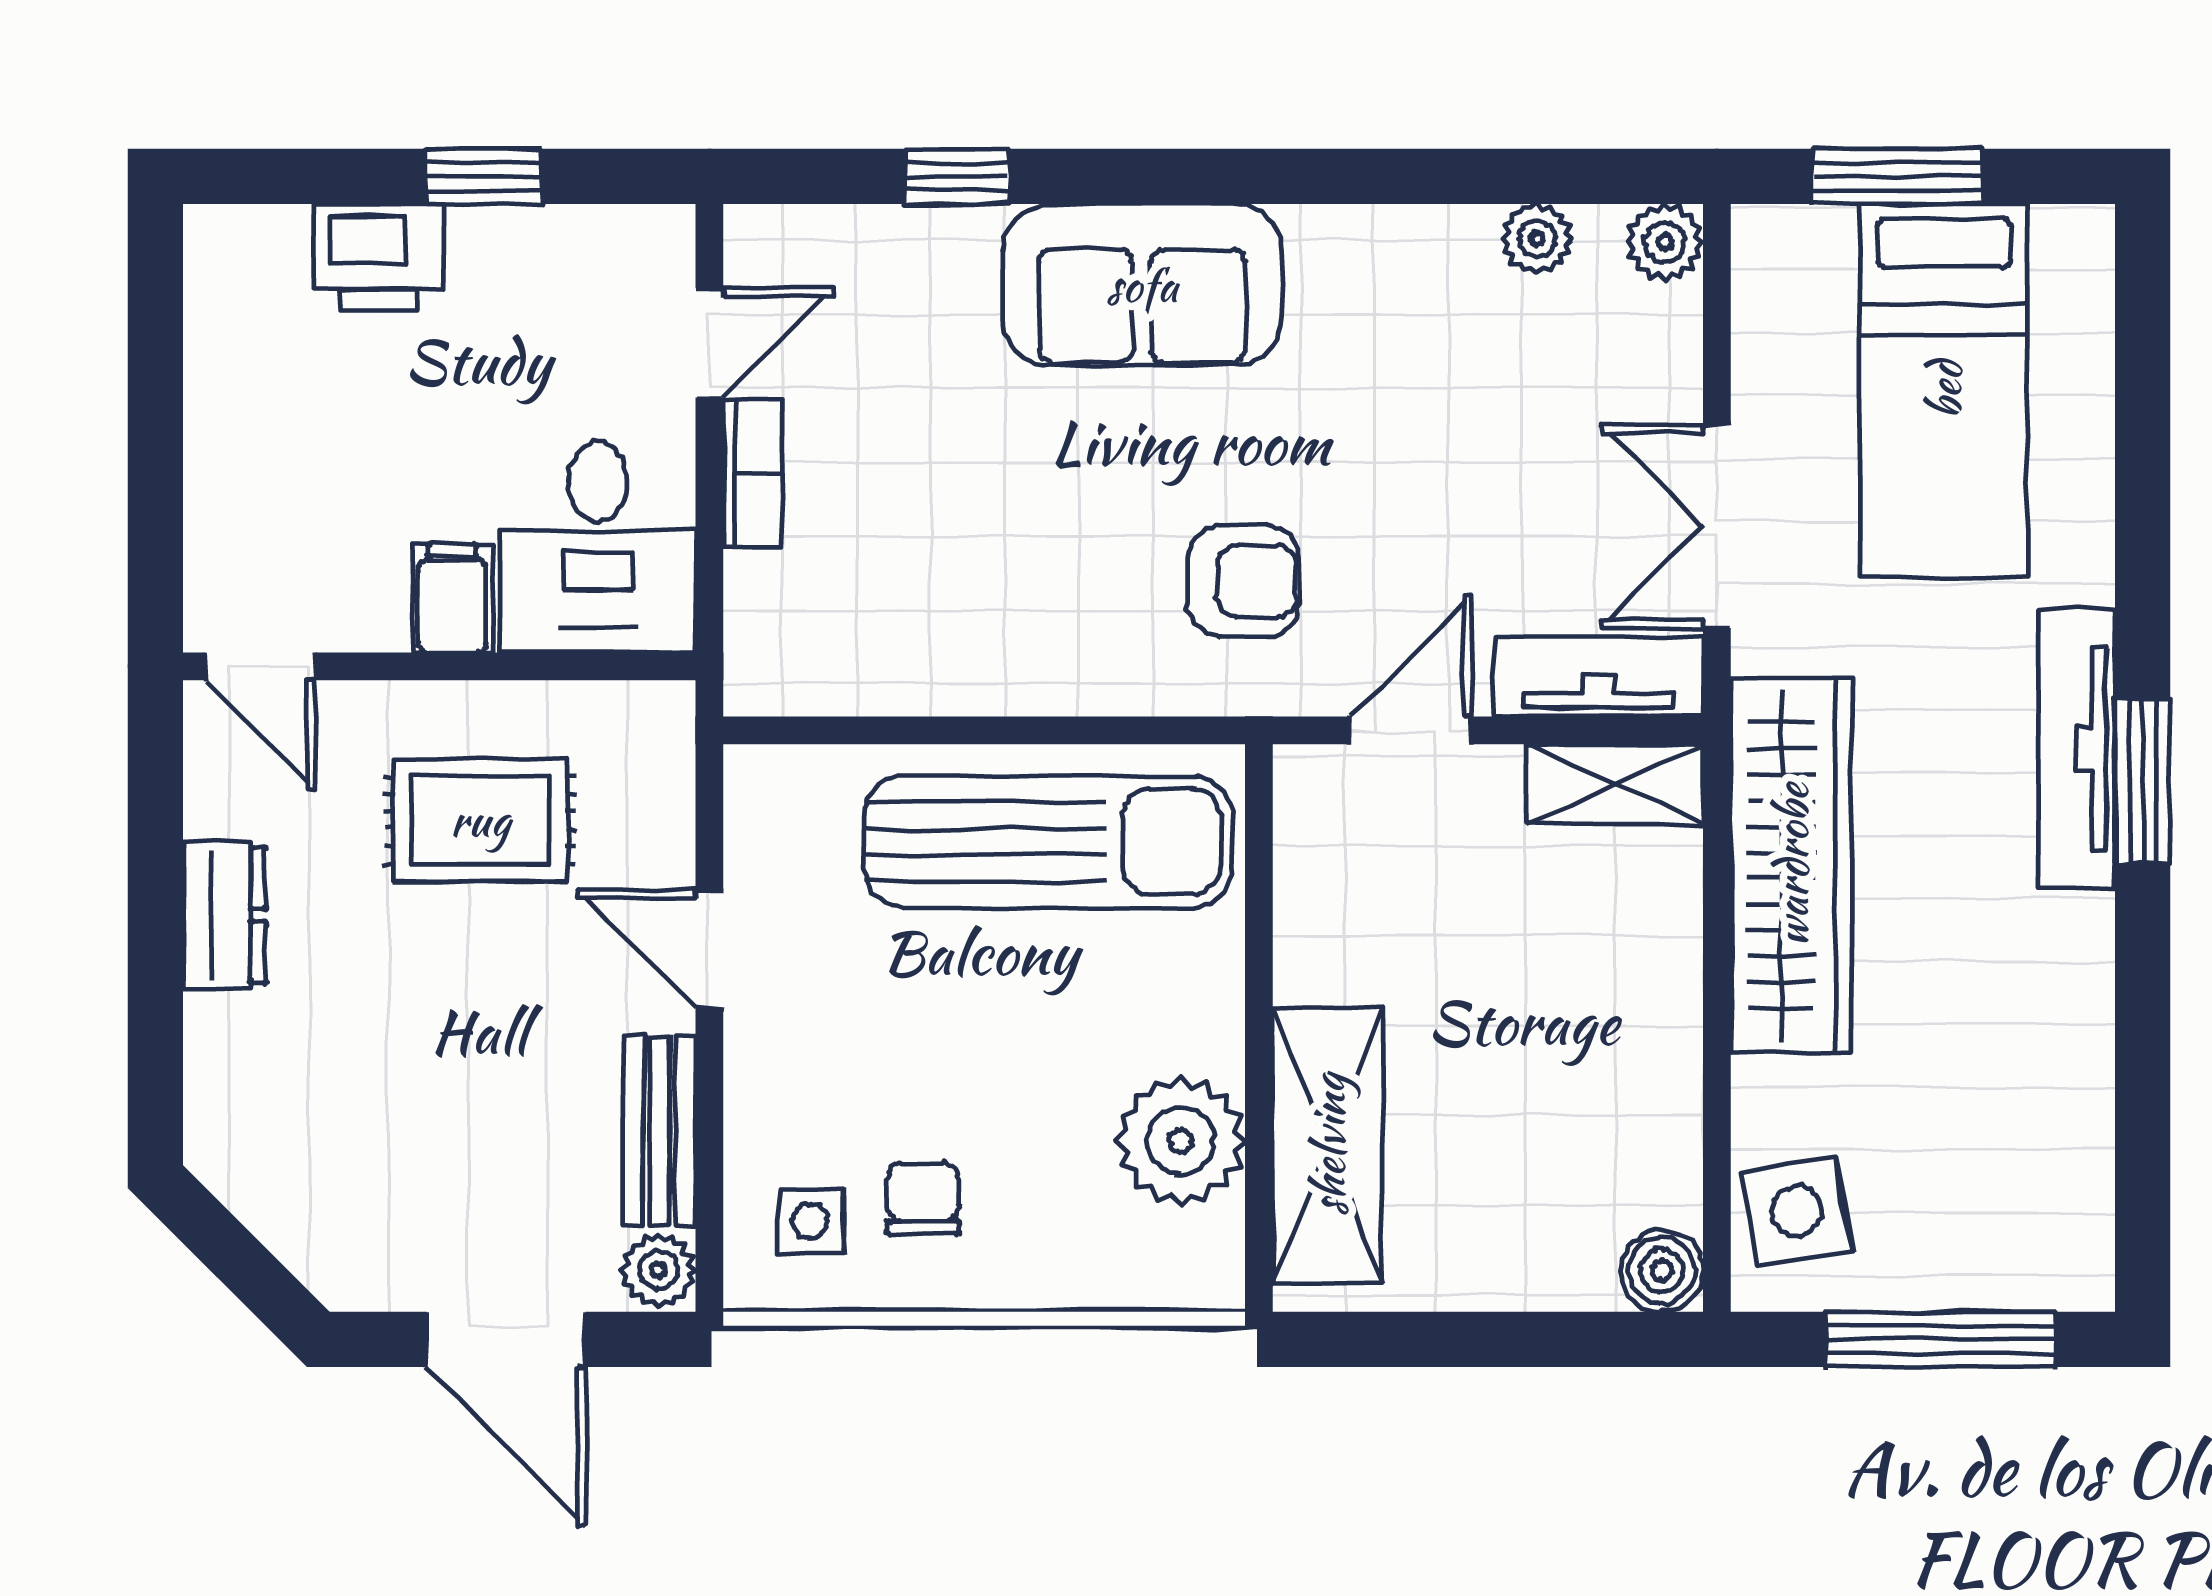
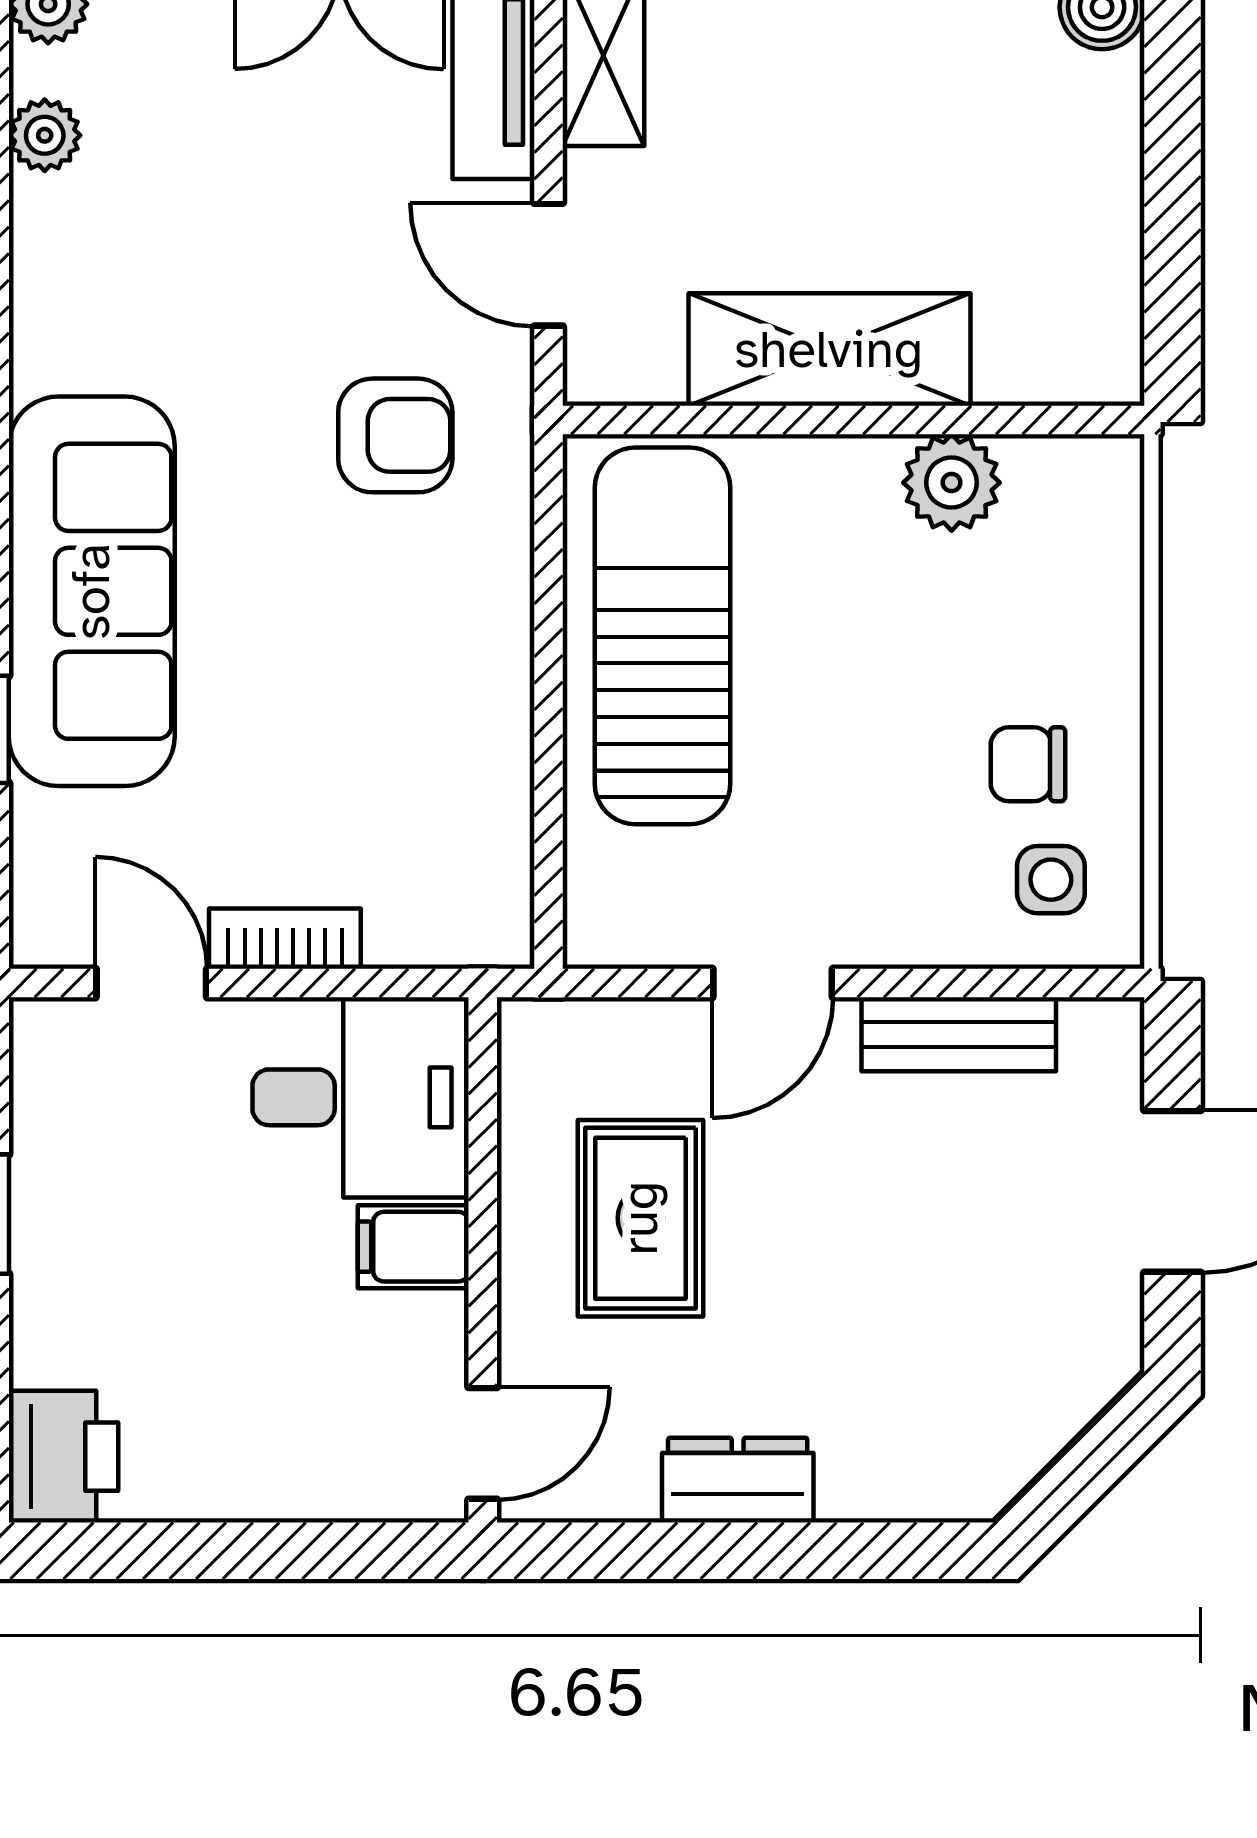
printer: (379, 257) -> (63, 1457), moved
sofa: (1142, 285) -> (92, 591), width x1.36
armchair: (1244, 581) -> (395, 435), turned 90
plant: (1181, 1141) -> (952, 483), width x0.73, depth x0.73
shelving: (1328, 1145) -> (829, 350), moved
plant: (659, 1270) -> (1101, 1035), removed

